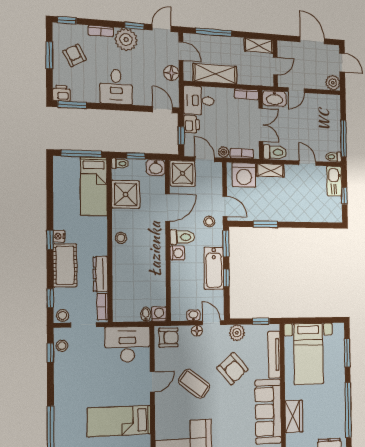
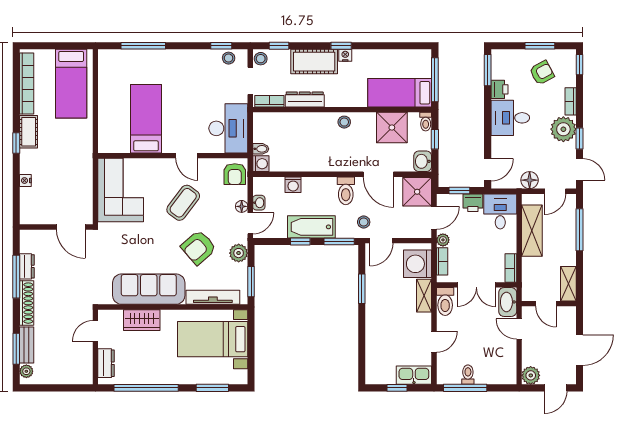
printer: (61, 93) -> (499, 89), moved
toilet: (333, 157) -> (468, 375), moved
washing machine: (177, 253) -> (293, 185), moved
window: (261, 321) -> (251, 282), width x1.50

